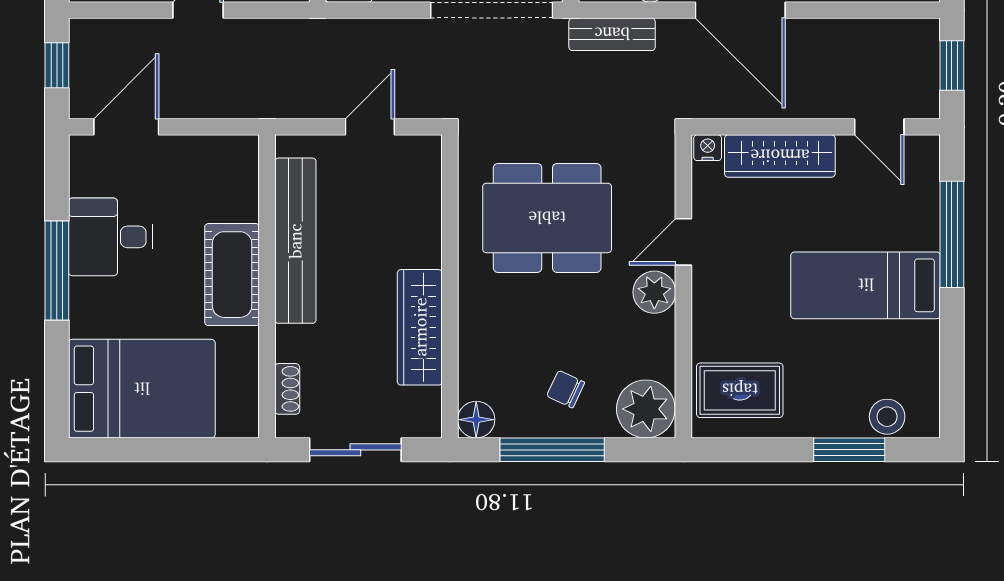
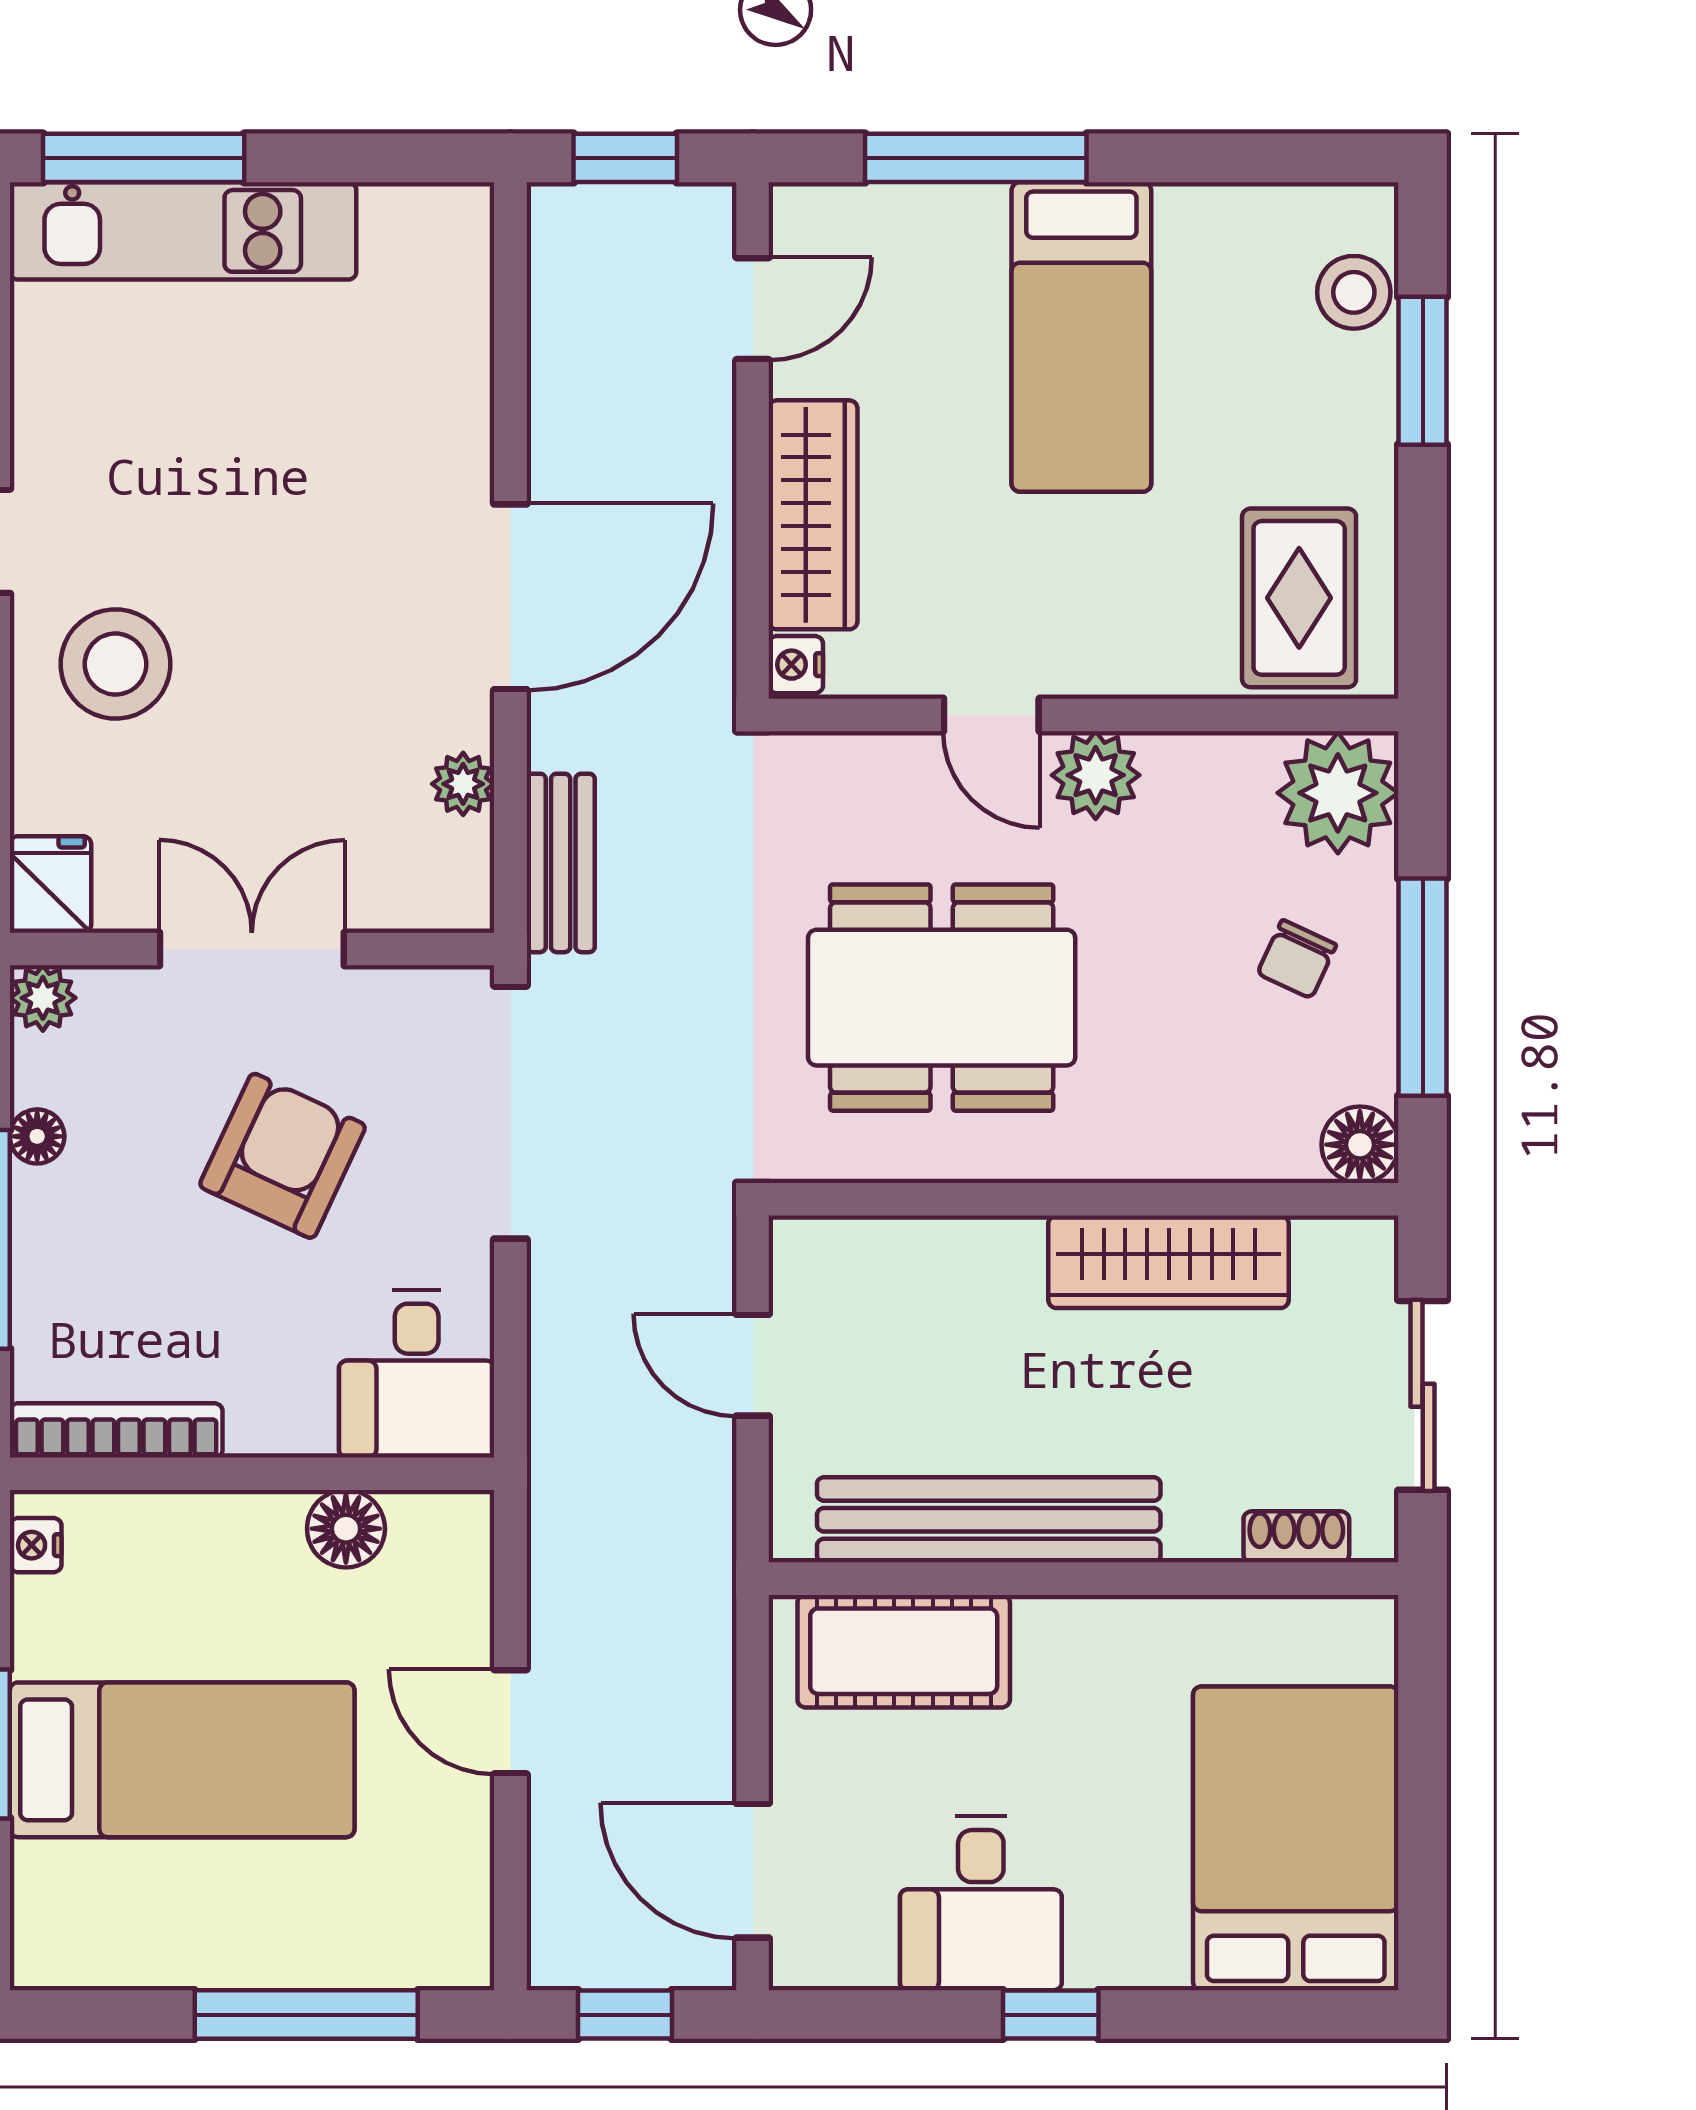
dining table: (547, 218) -> (942, 998), turned 90
window: (57, 271) -> (1051, 2015), width x0.46
cot: (232, 275) -> (904, 1651), moved

